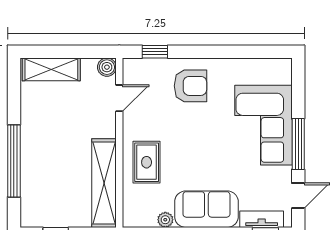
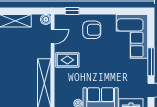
corner sofa: (263, 125) -> (132, 36), moved
rug: (147, 162) -> (67, 60), moved, turned 90

